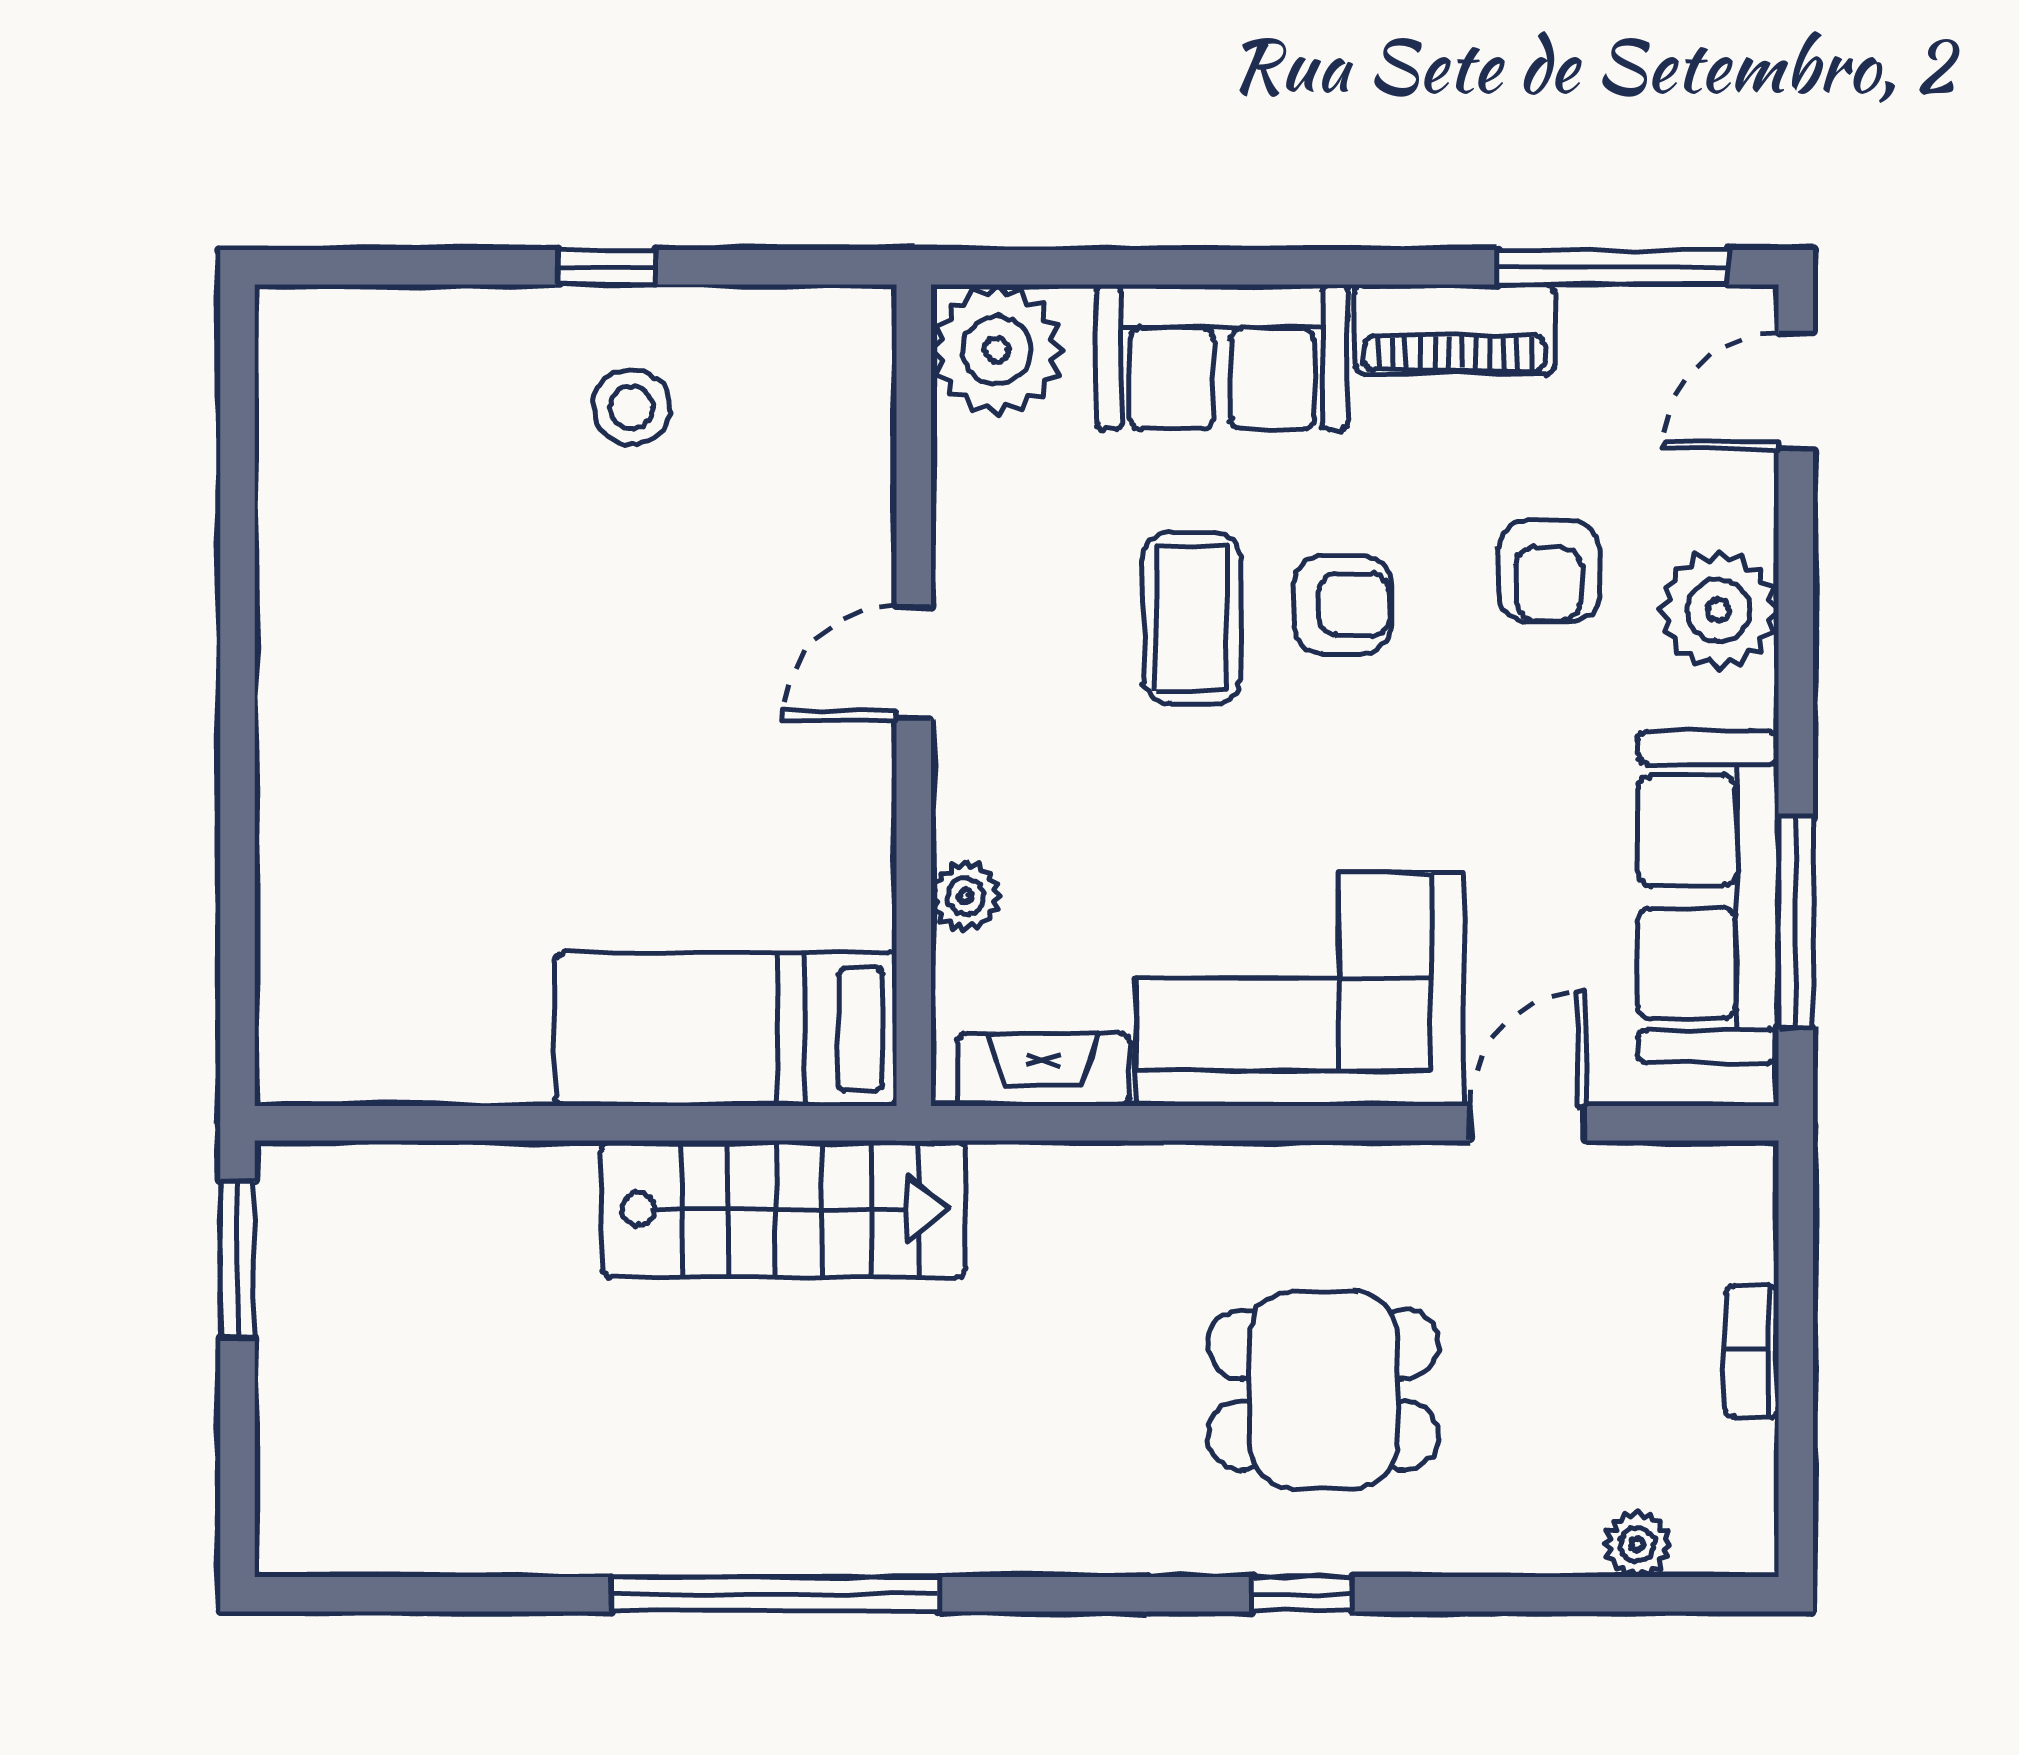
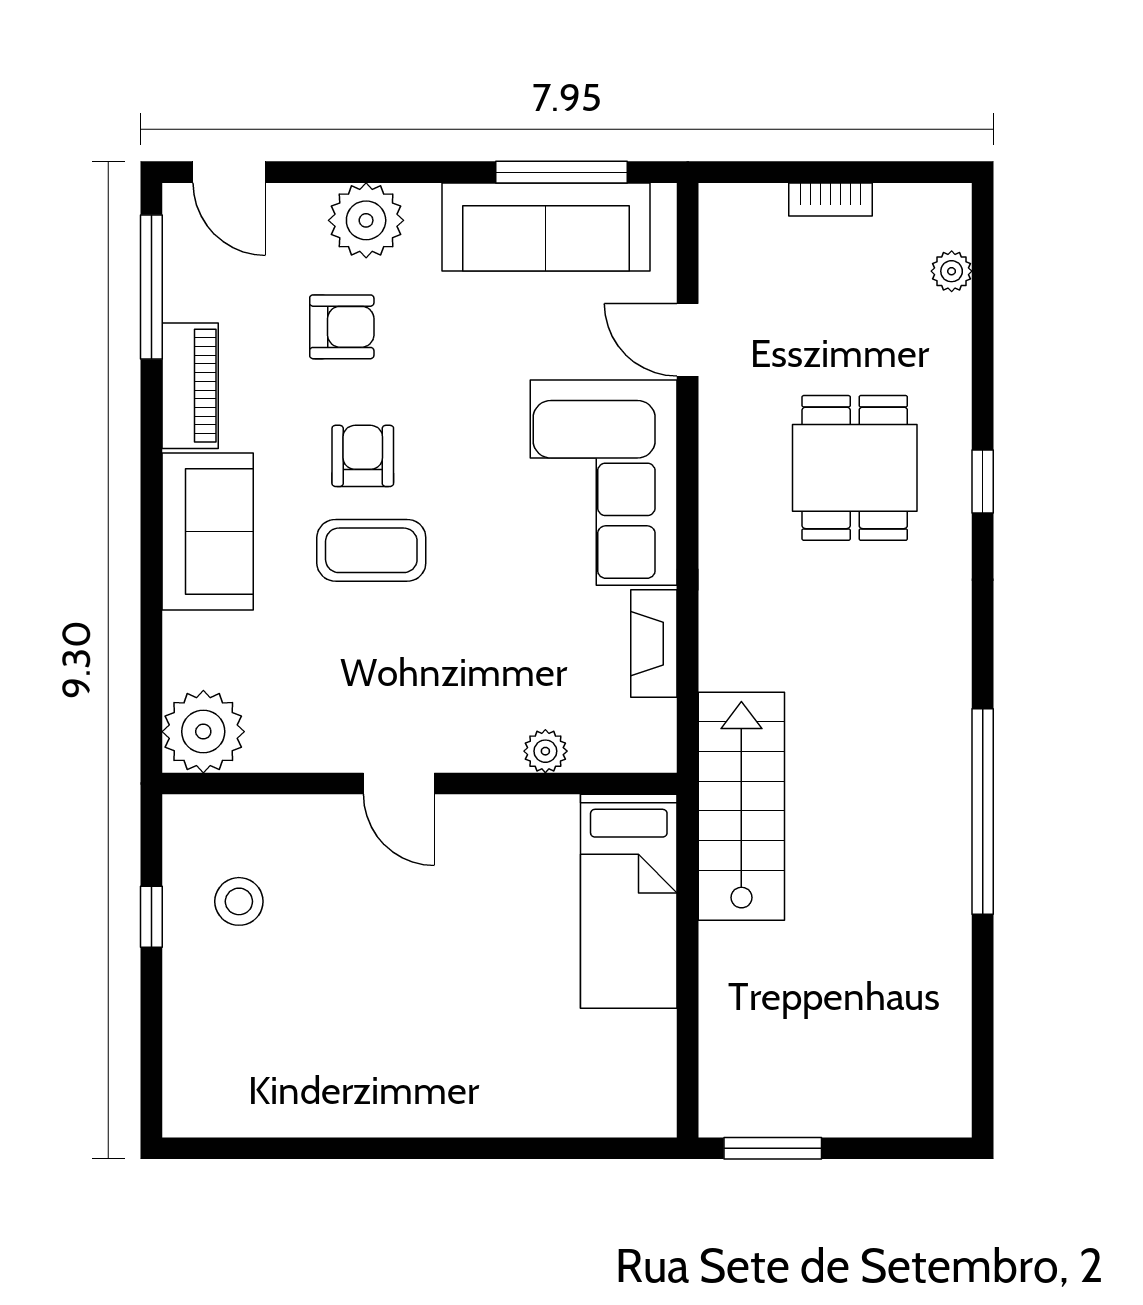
plant: (997, 350) -> (203, 732), moved
door: (914, 662) -> (399, 783), moved
wall: (914, 695) -> (420, 783), moved
plant: (965, 896) -> (545, 751), moved
bed: (726, 1029) -> (629, 901), moved

